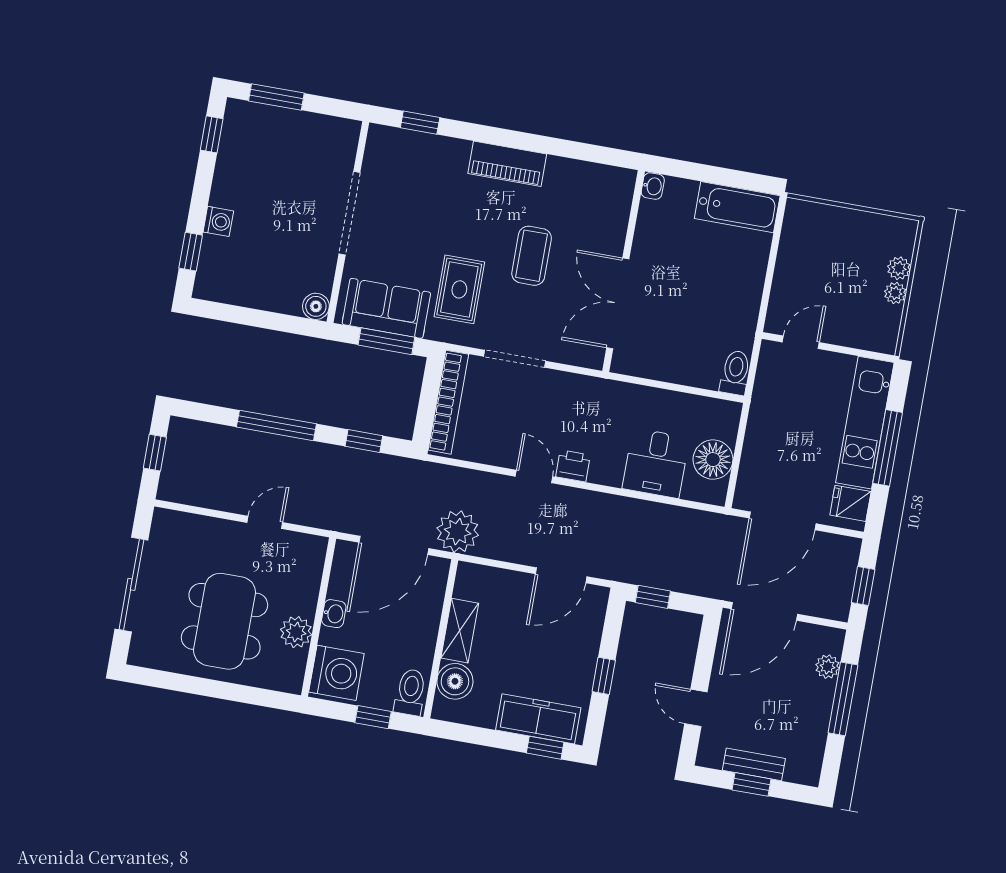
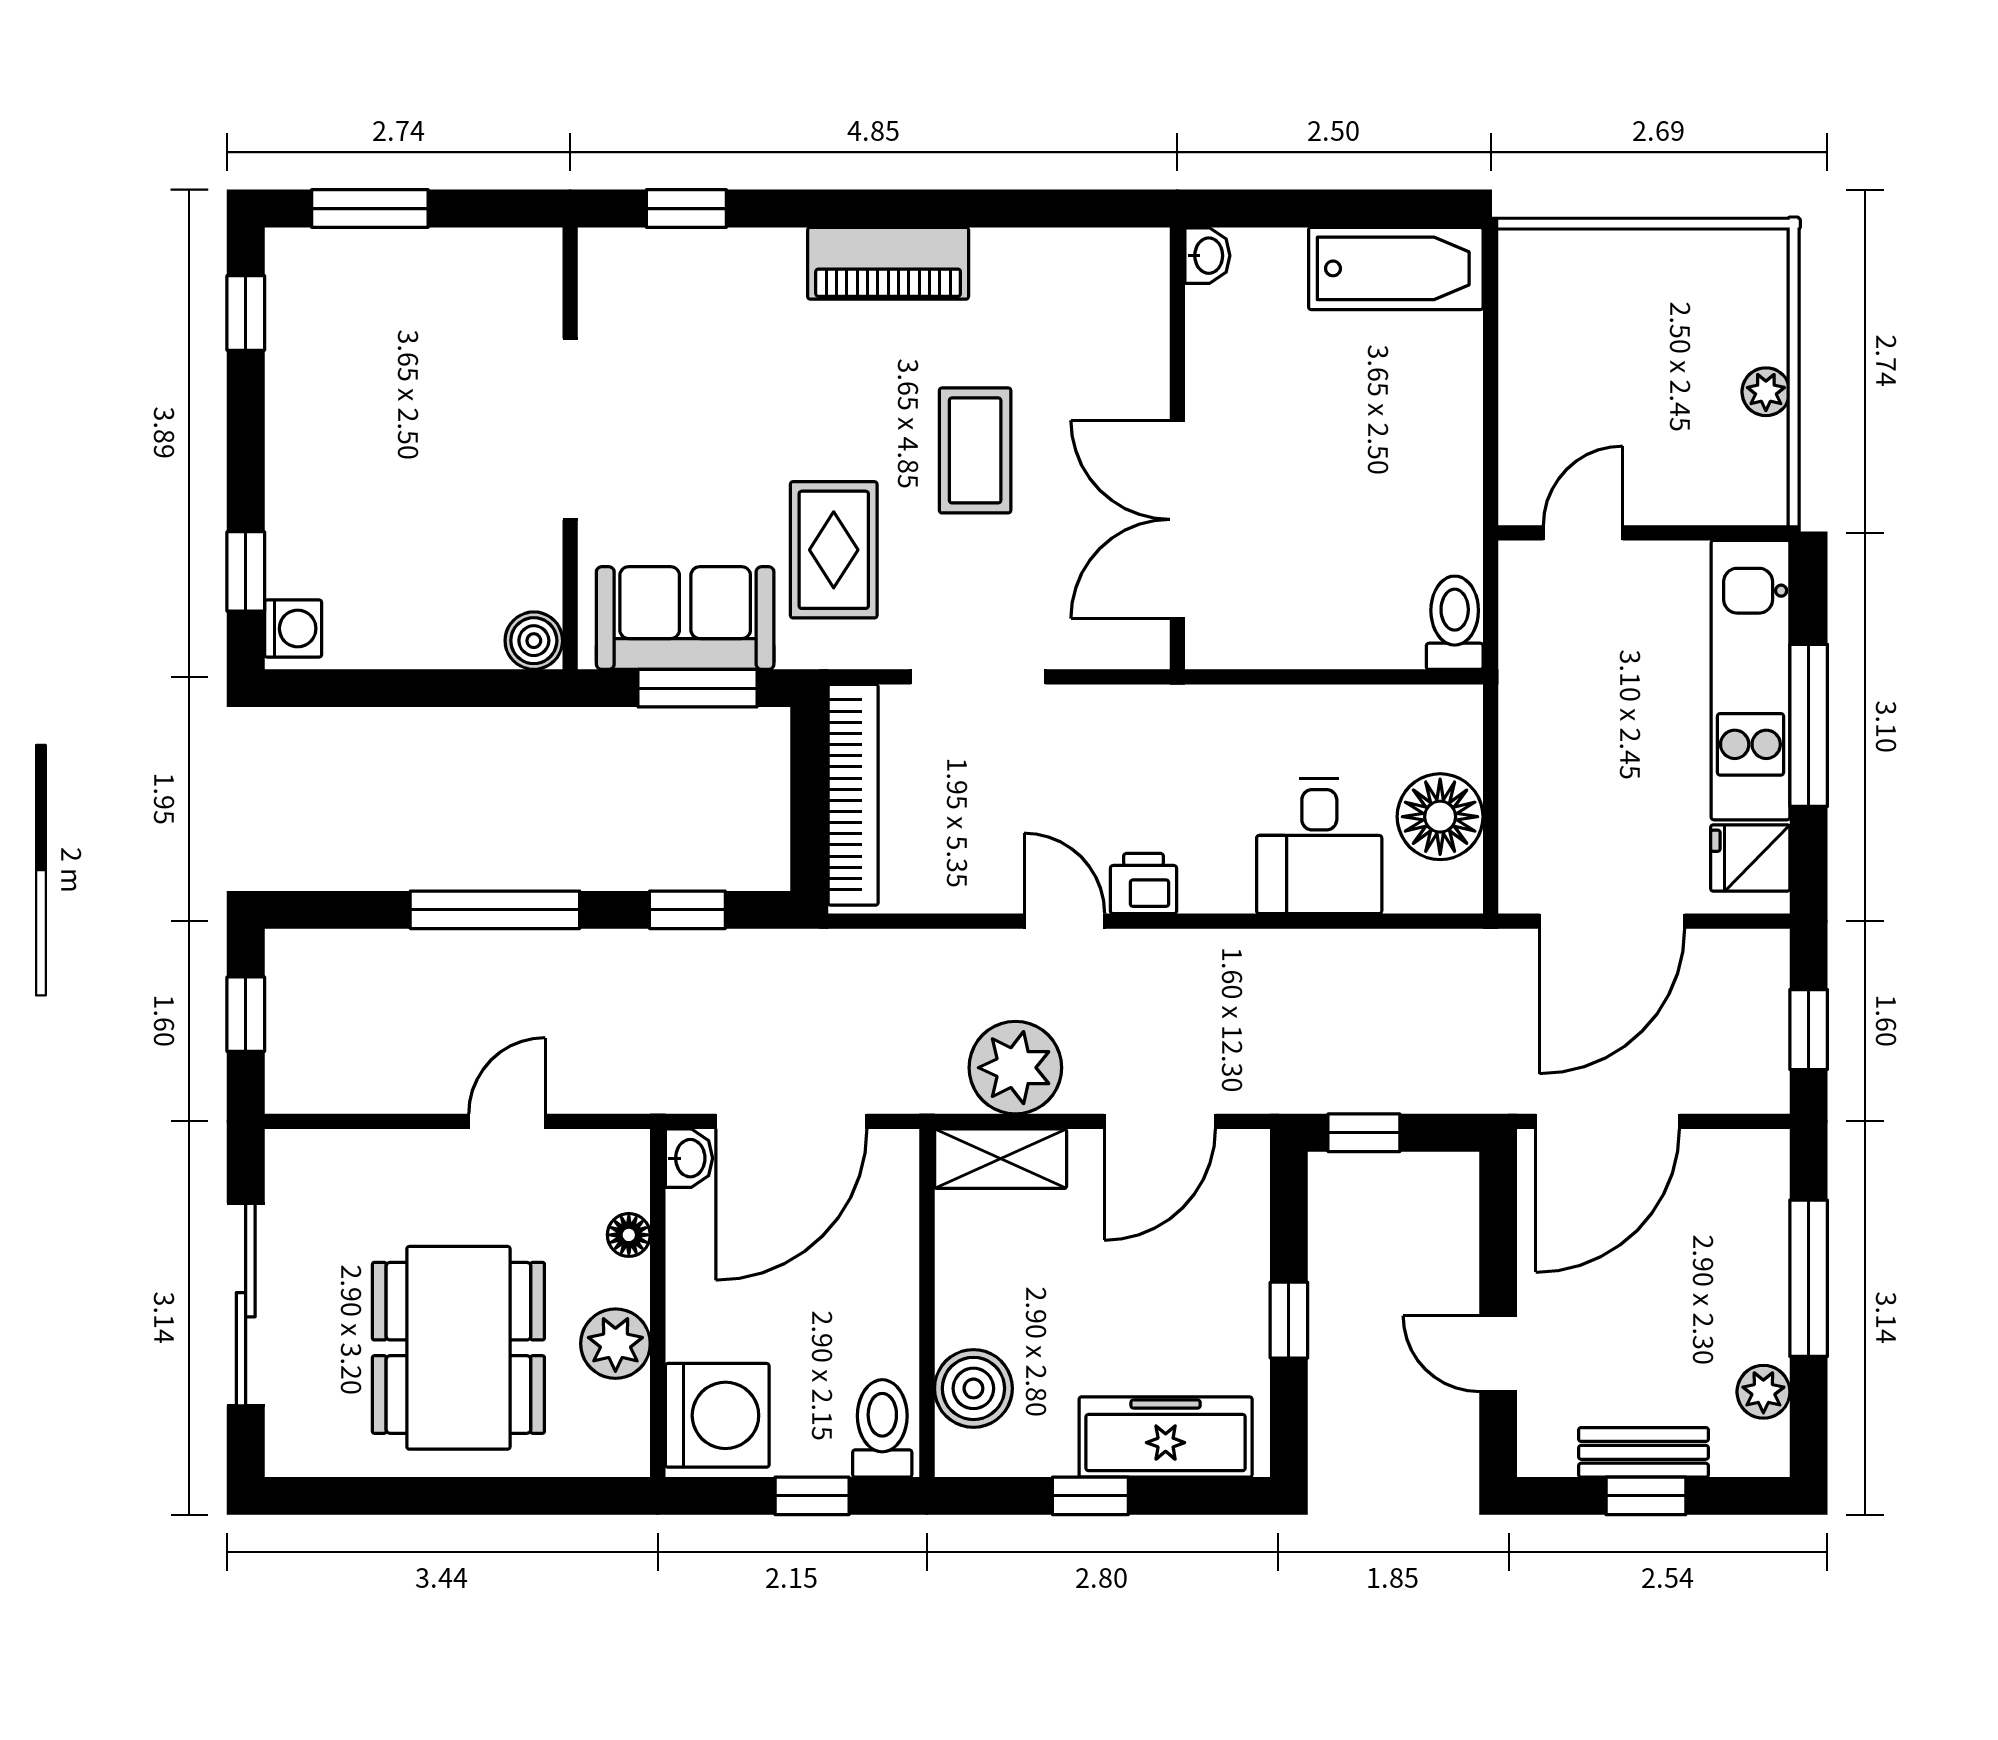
washing machine: (218, 221) -> (293, 629), moved
plant: (899, 268) -> (1764, 337), removed
plant: (458, 532) -> (1015, 1068), moved
floor lamp: (311, 584) -> (629, 1235), added
washbasin: (334, 614) -> (689, 1158), moved
shelving: (460, 631) -> (1001, 1159), moved, turned 90
plant: (828, 667) -> (1763, 1392), moved
window: (545, 748) -> (1090, 1496), moved

